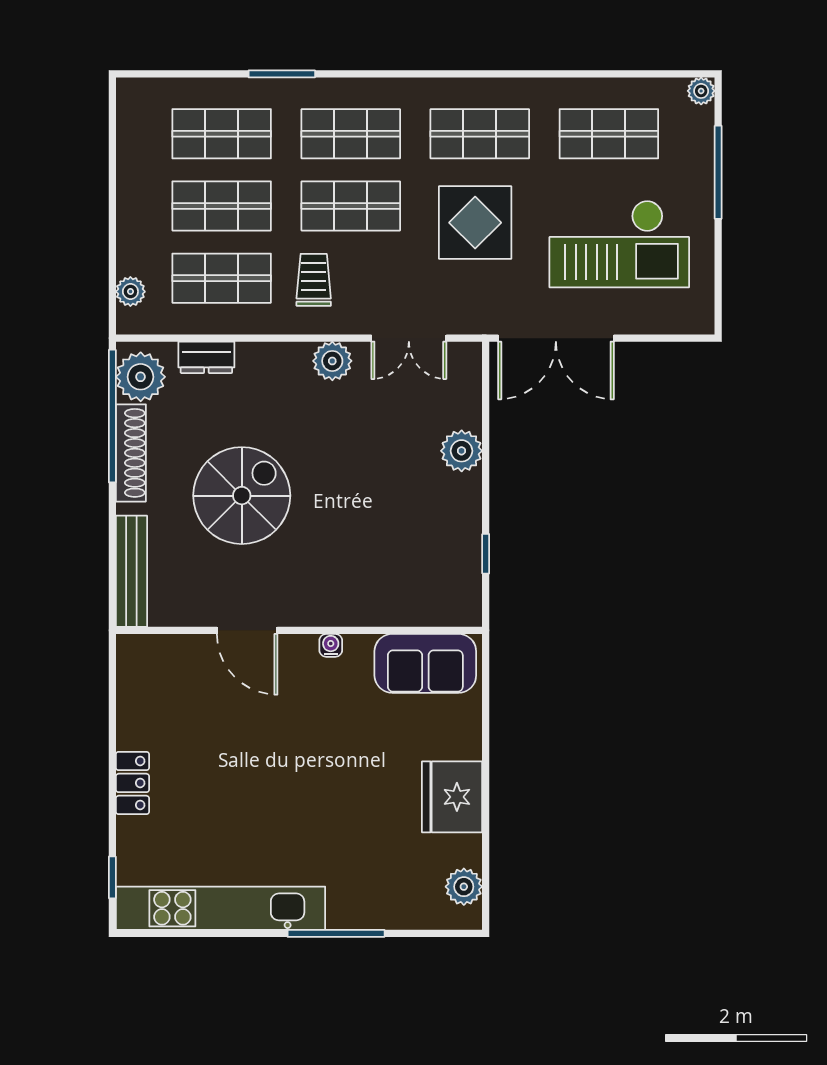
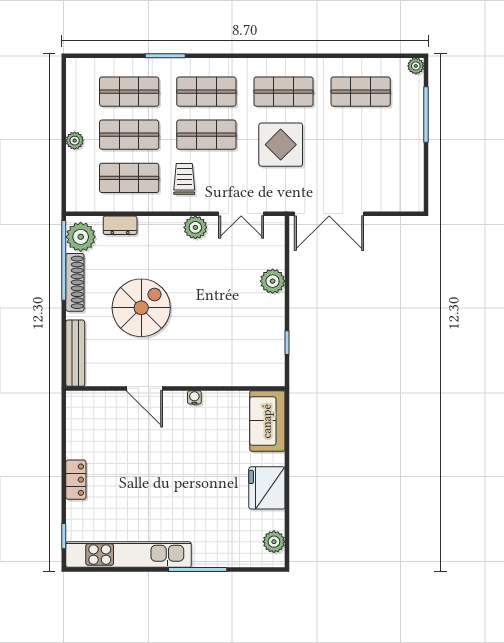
checkout: (619, 244) -> (367, 157), removed
plant: (130, 292) -> (75, 141), moved
sofa: (425, 663) -> (267, 421), moved, turned 90

